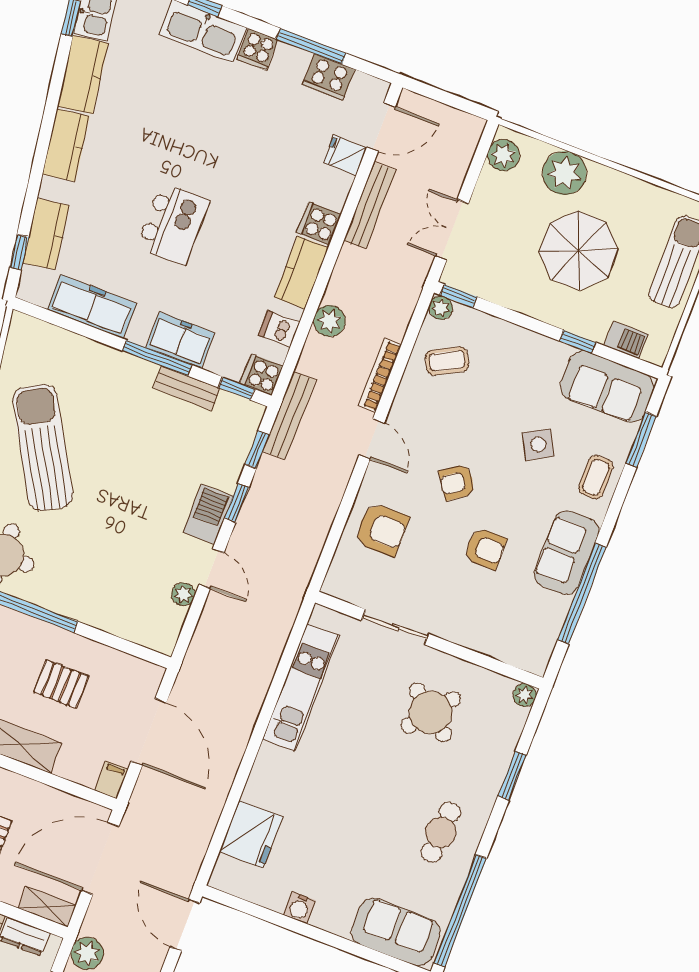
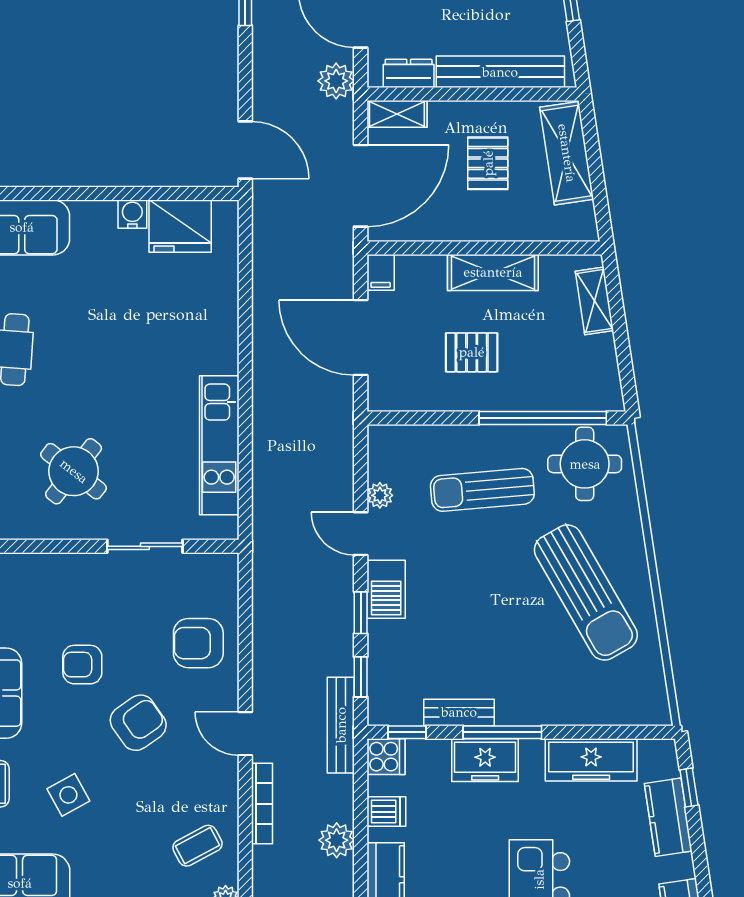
armchair: (457, 482) -> (138, 723), width x1.38, depth x1.38
sun lounger: (96, 566) -> (482, 490), added
fridge: (251, 834) -> (180, 226), moved, turned -90

